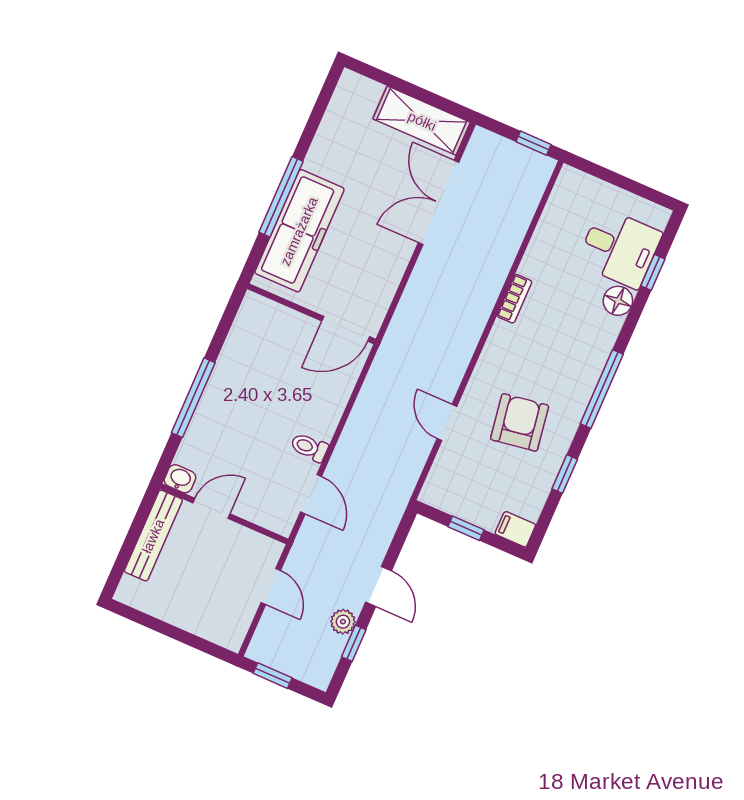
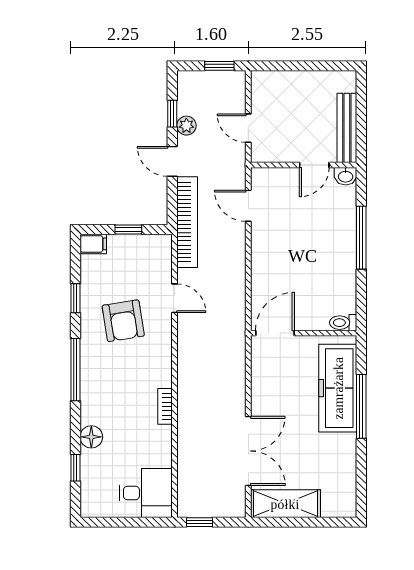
desk: (619, 248) -> (146, 493), moved, turned 180
toilet: (309, 447) -> (343, 323), moved, turned 180
bookcase: (392, 506) -> (187, 222), added

